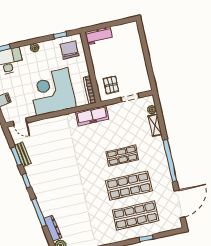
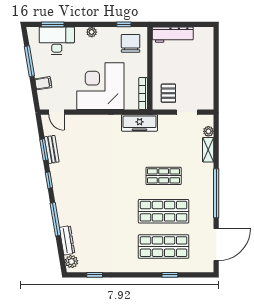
workbench: (99, 36) -> (173, 35), width x1.37

